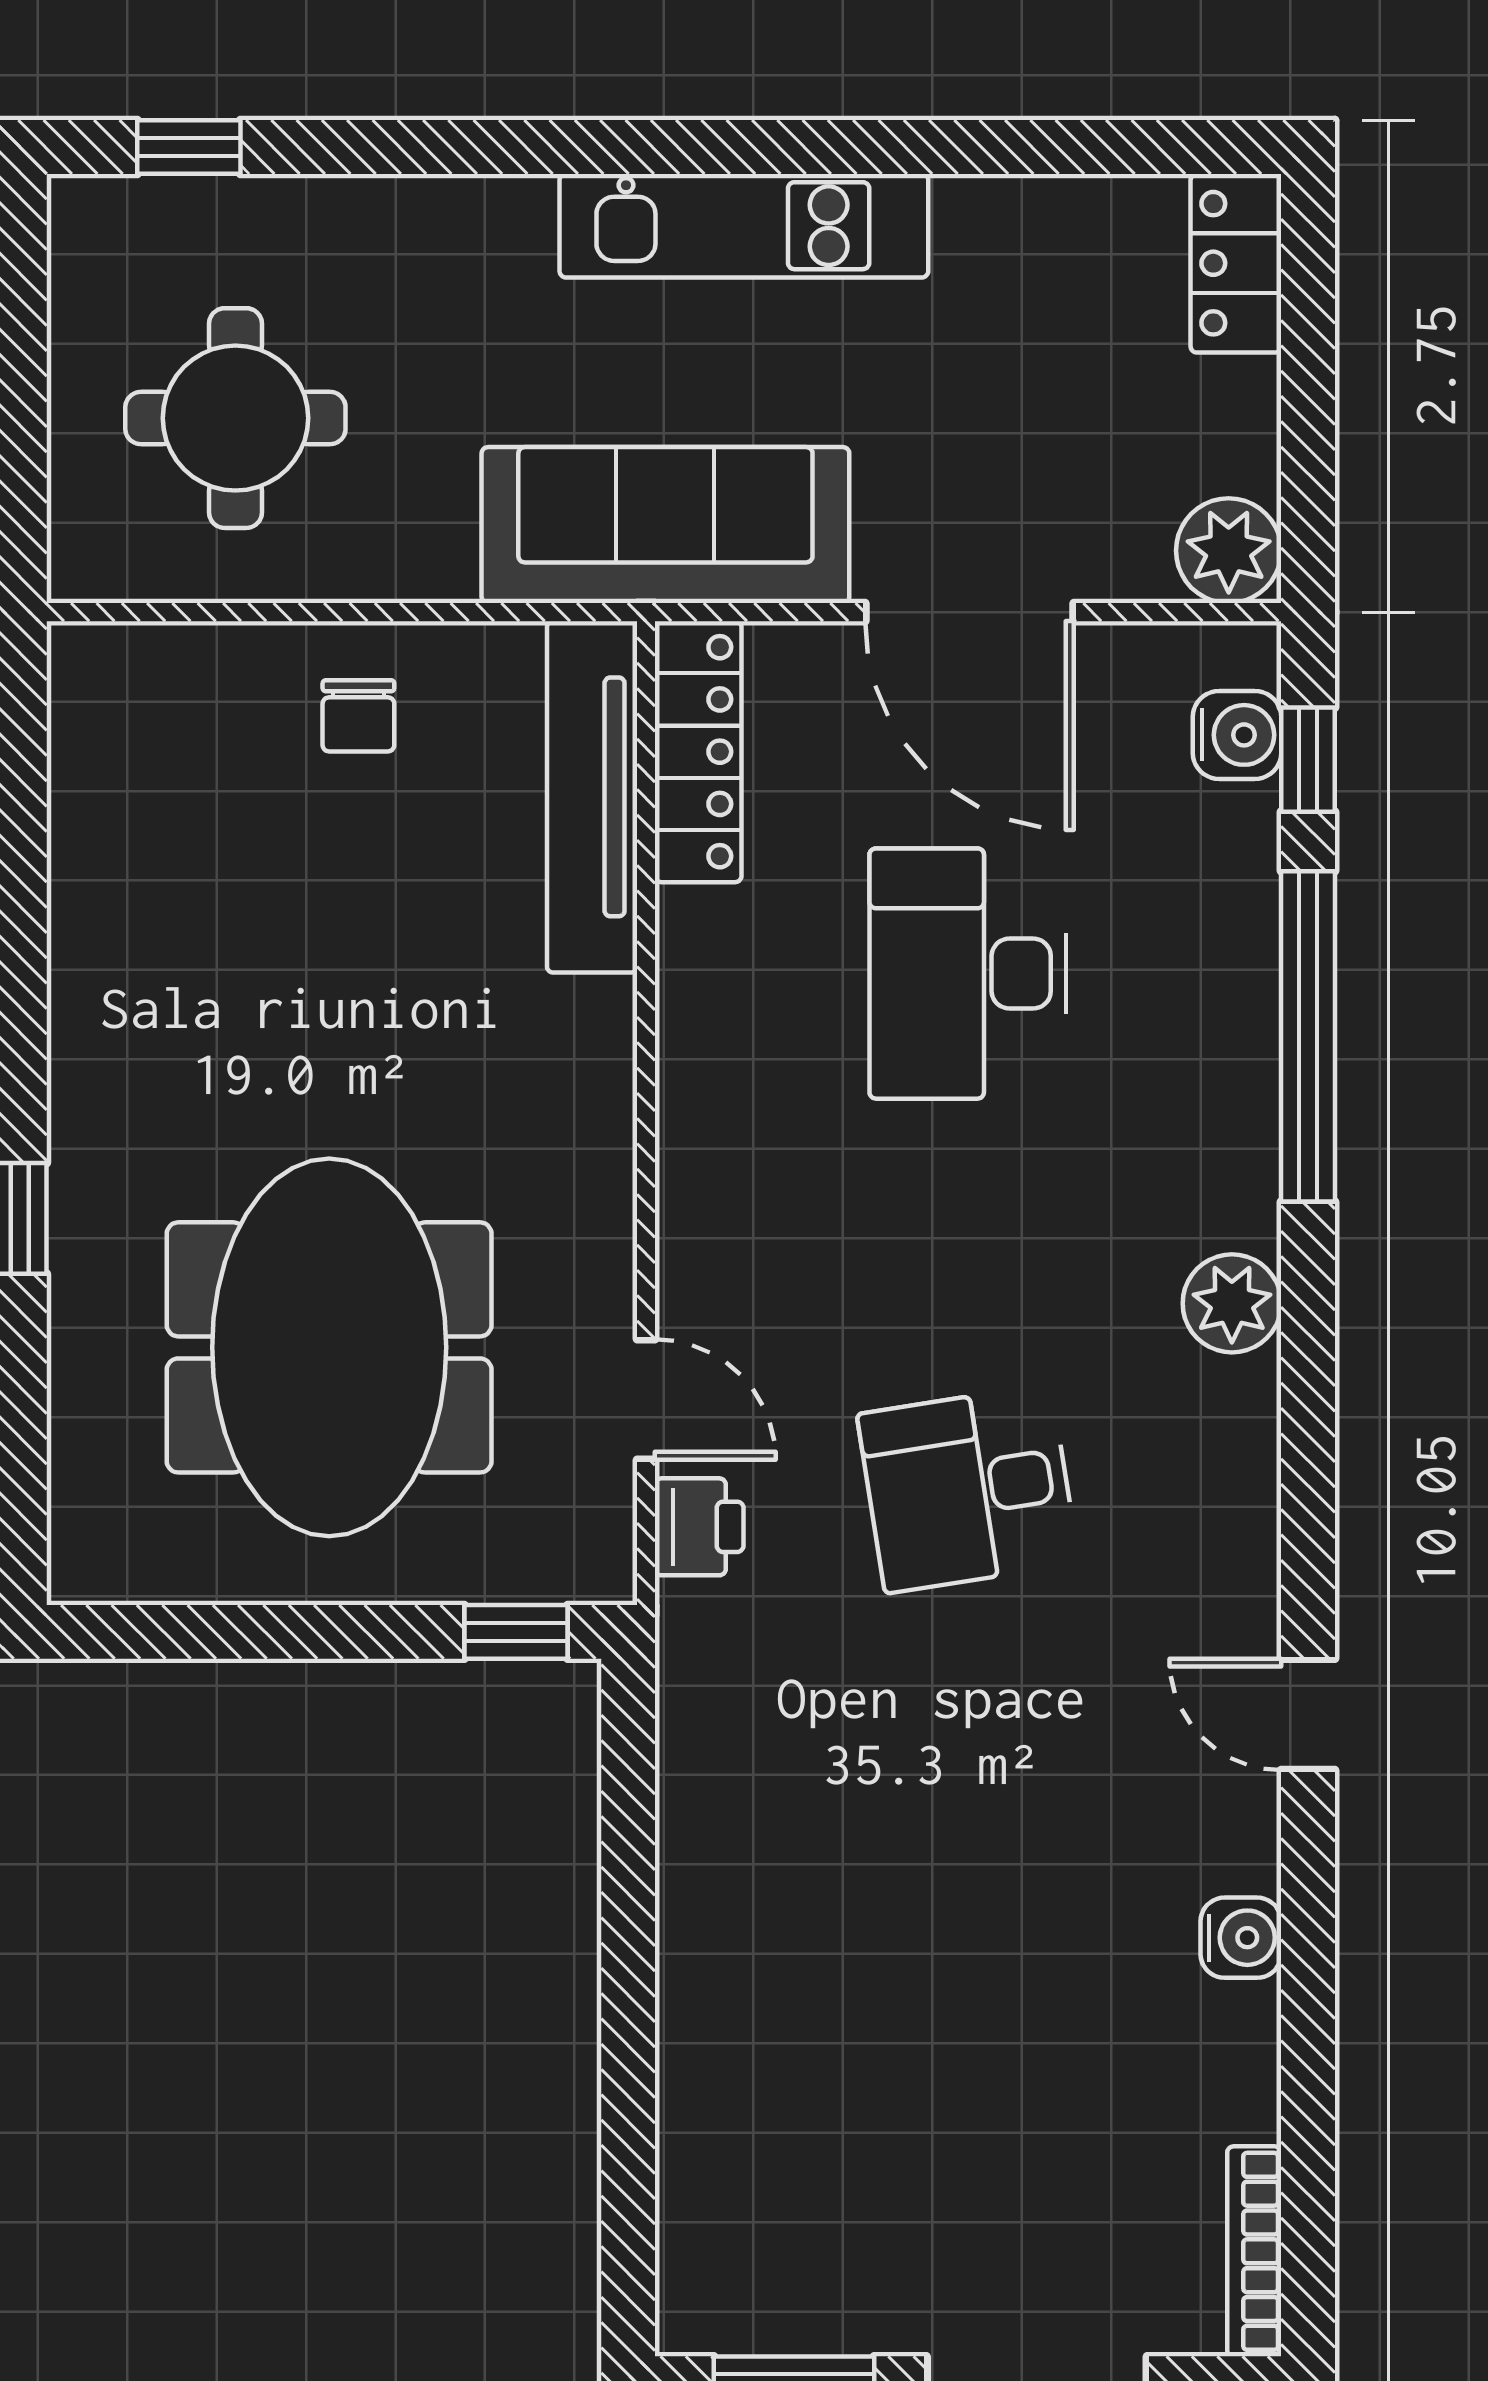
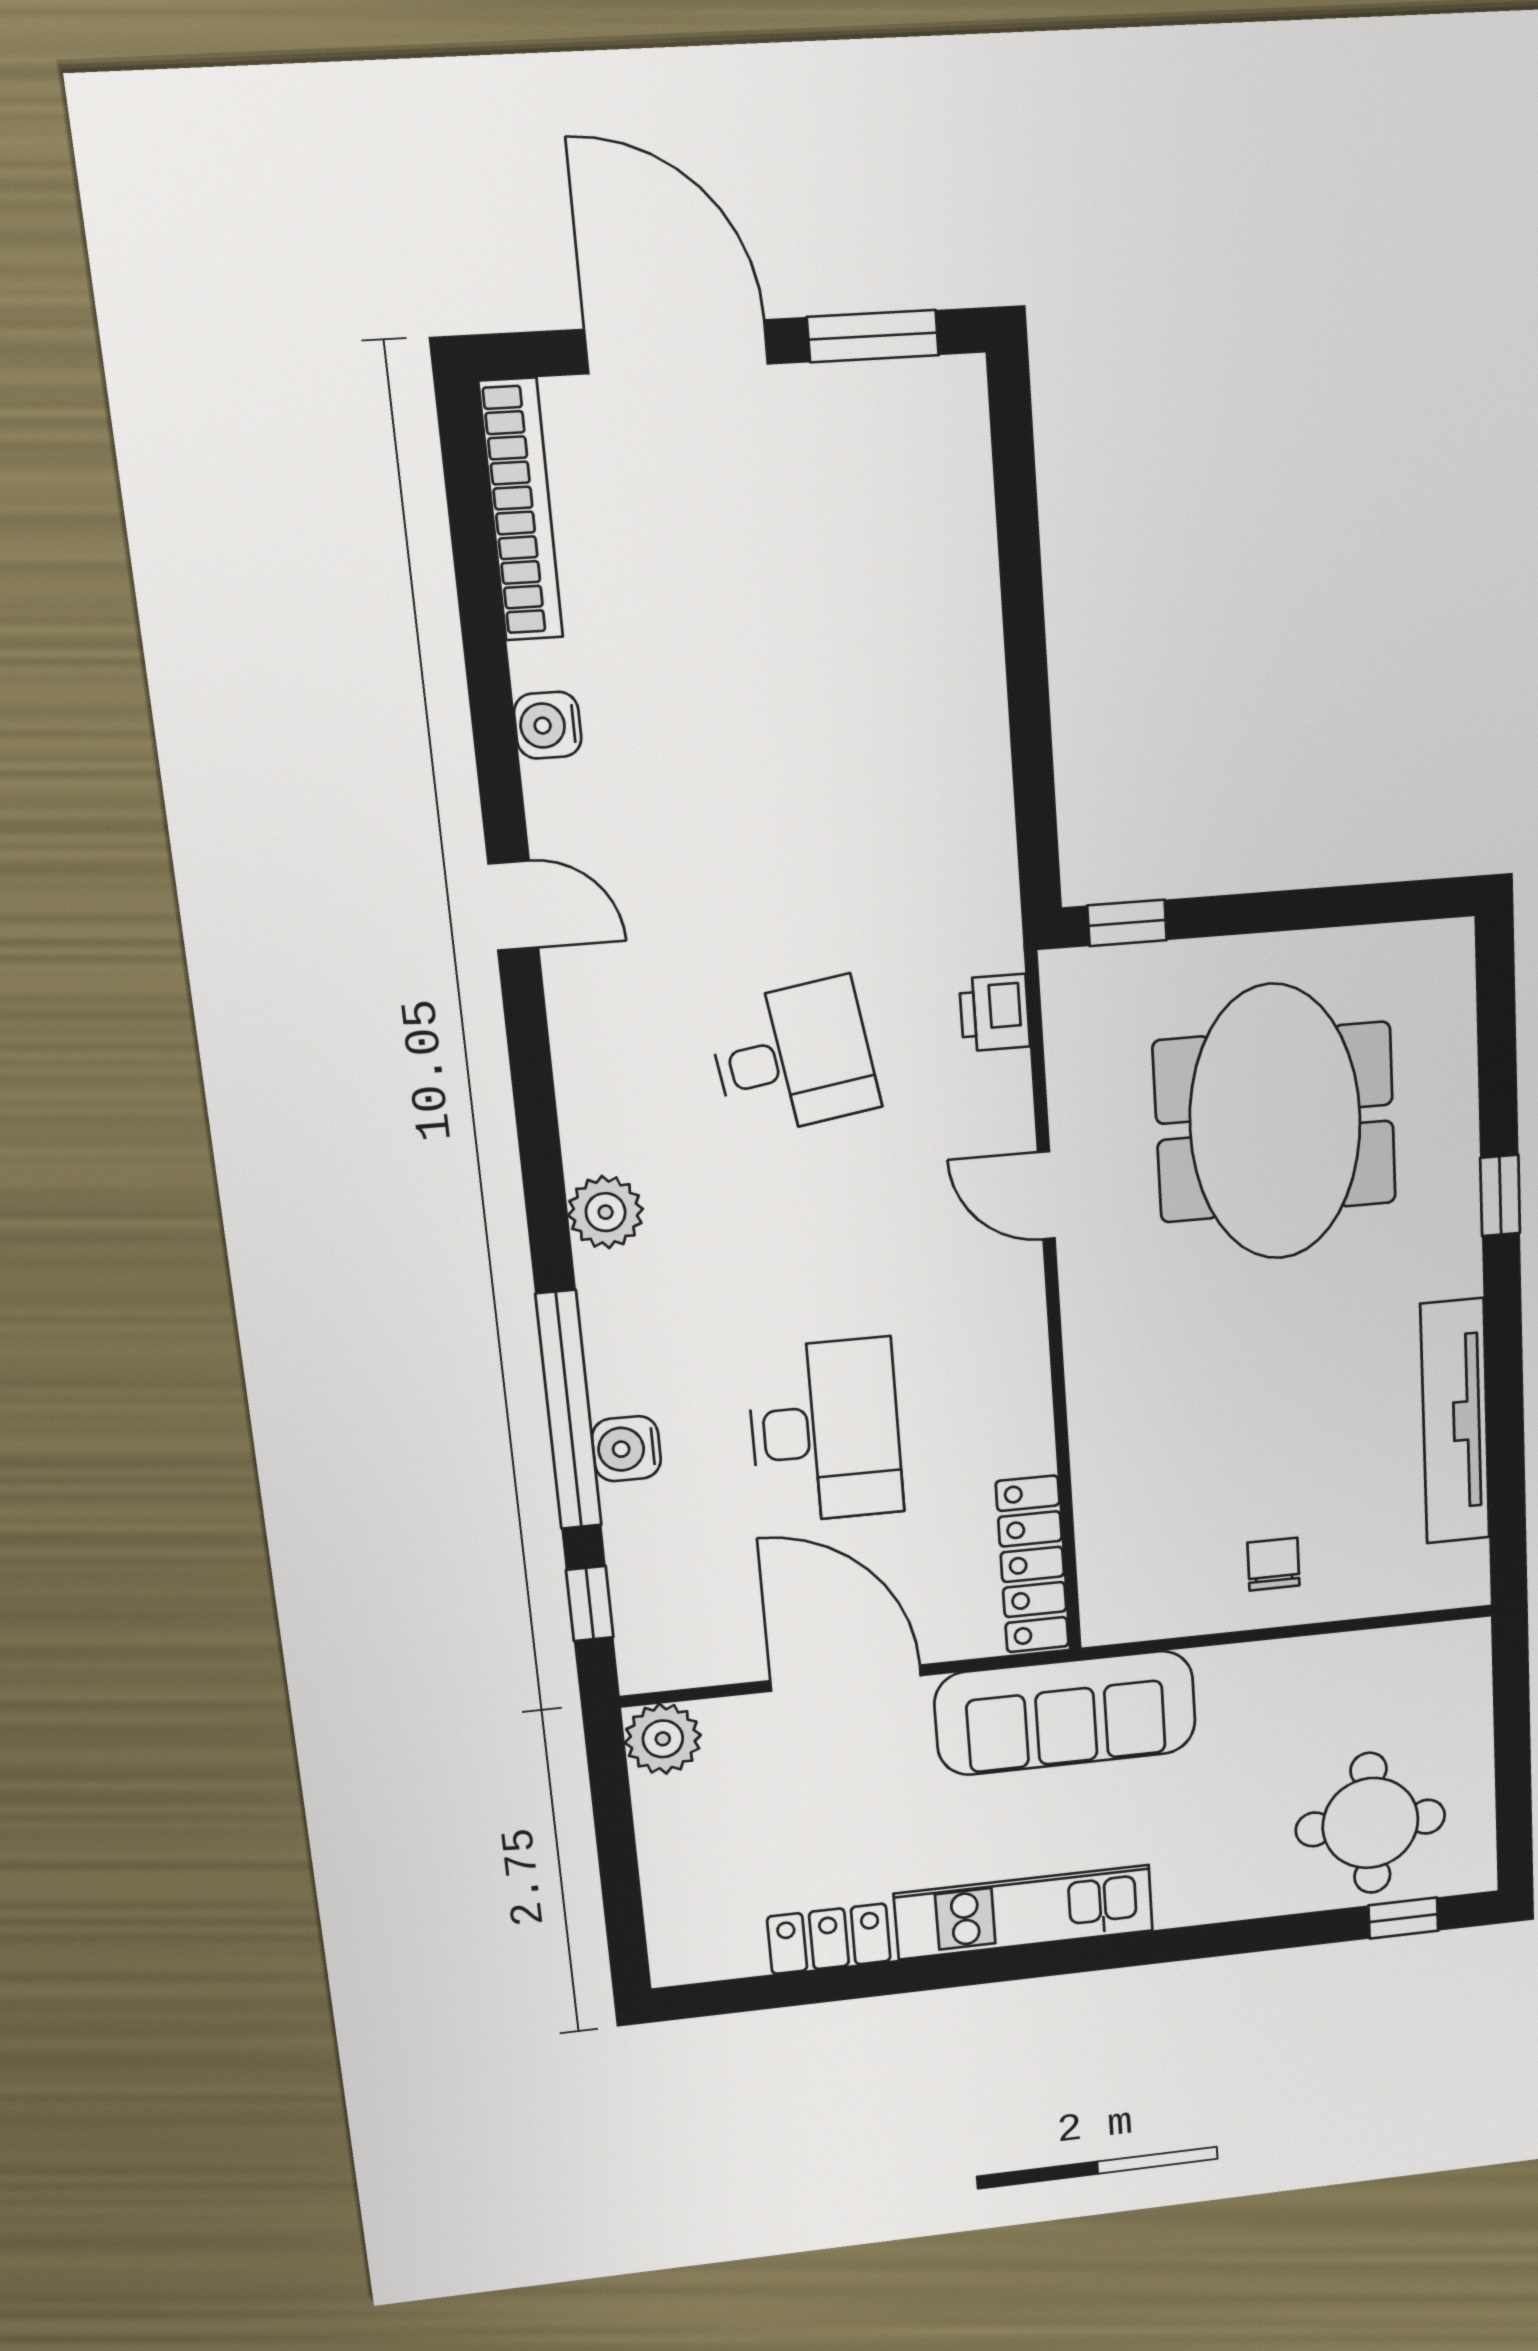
locker: (1236, 263) -> (829, 1939), moved, turned -90
round table: (235, 418) -> (1370, 1823), moved
water cooler: (1237, 735) -> (626, 1449), moved
tv unit: (592, 797) -> (1455, 1422), moved, turned 180
door: (646, 1399) -> (1046, 1195), moved
bookcase: (1254, 2251) -> (521, 510), width x1.48, depth x1.31

